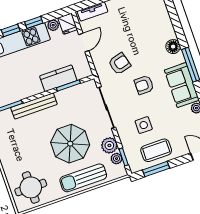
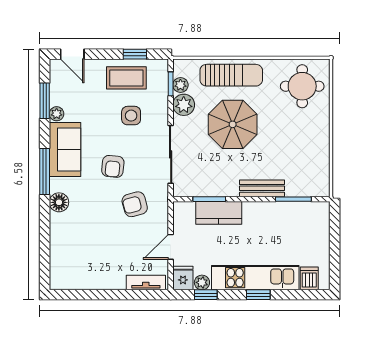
window: (34, 22) -> (206, 295), moved
armchair: (144, 85) -> (113, 166), turned 96
bench: (34, 106) -> (262, 188), width x0.73
window: (156, 169) -> (135, 54), width x0.67

